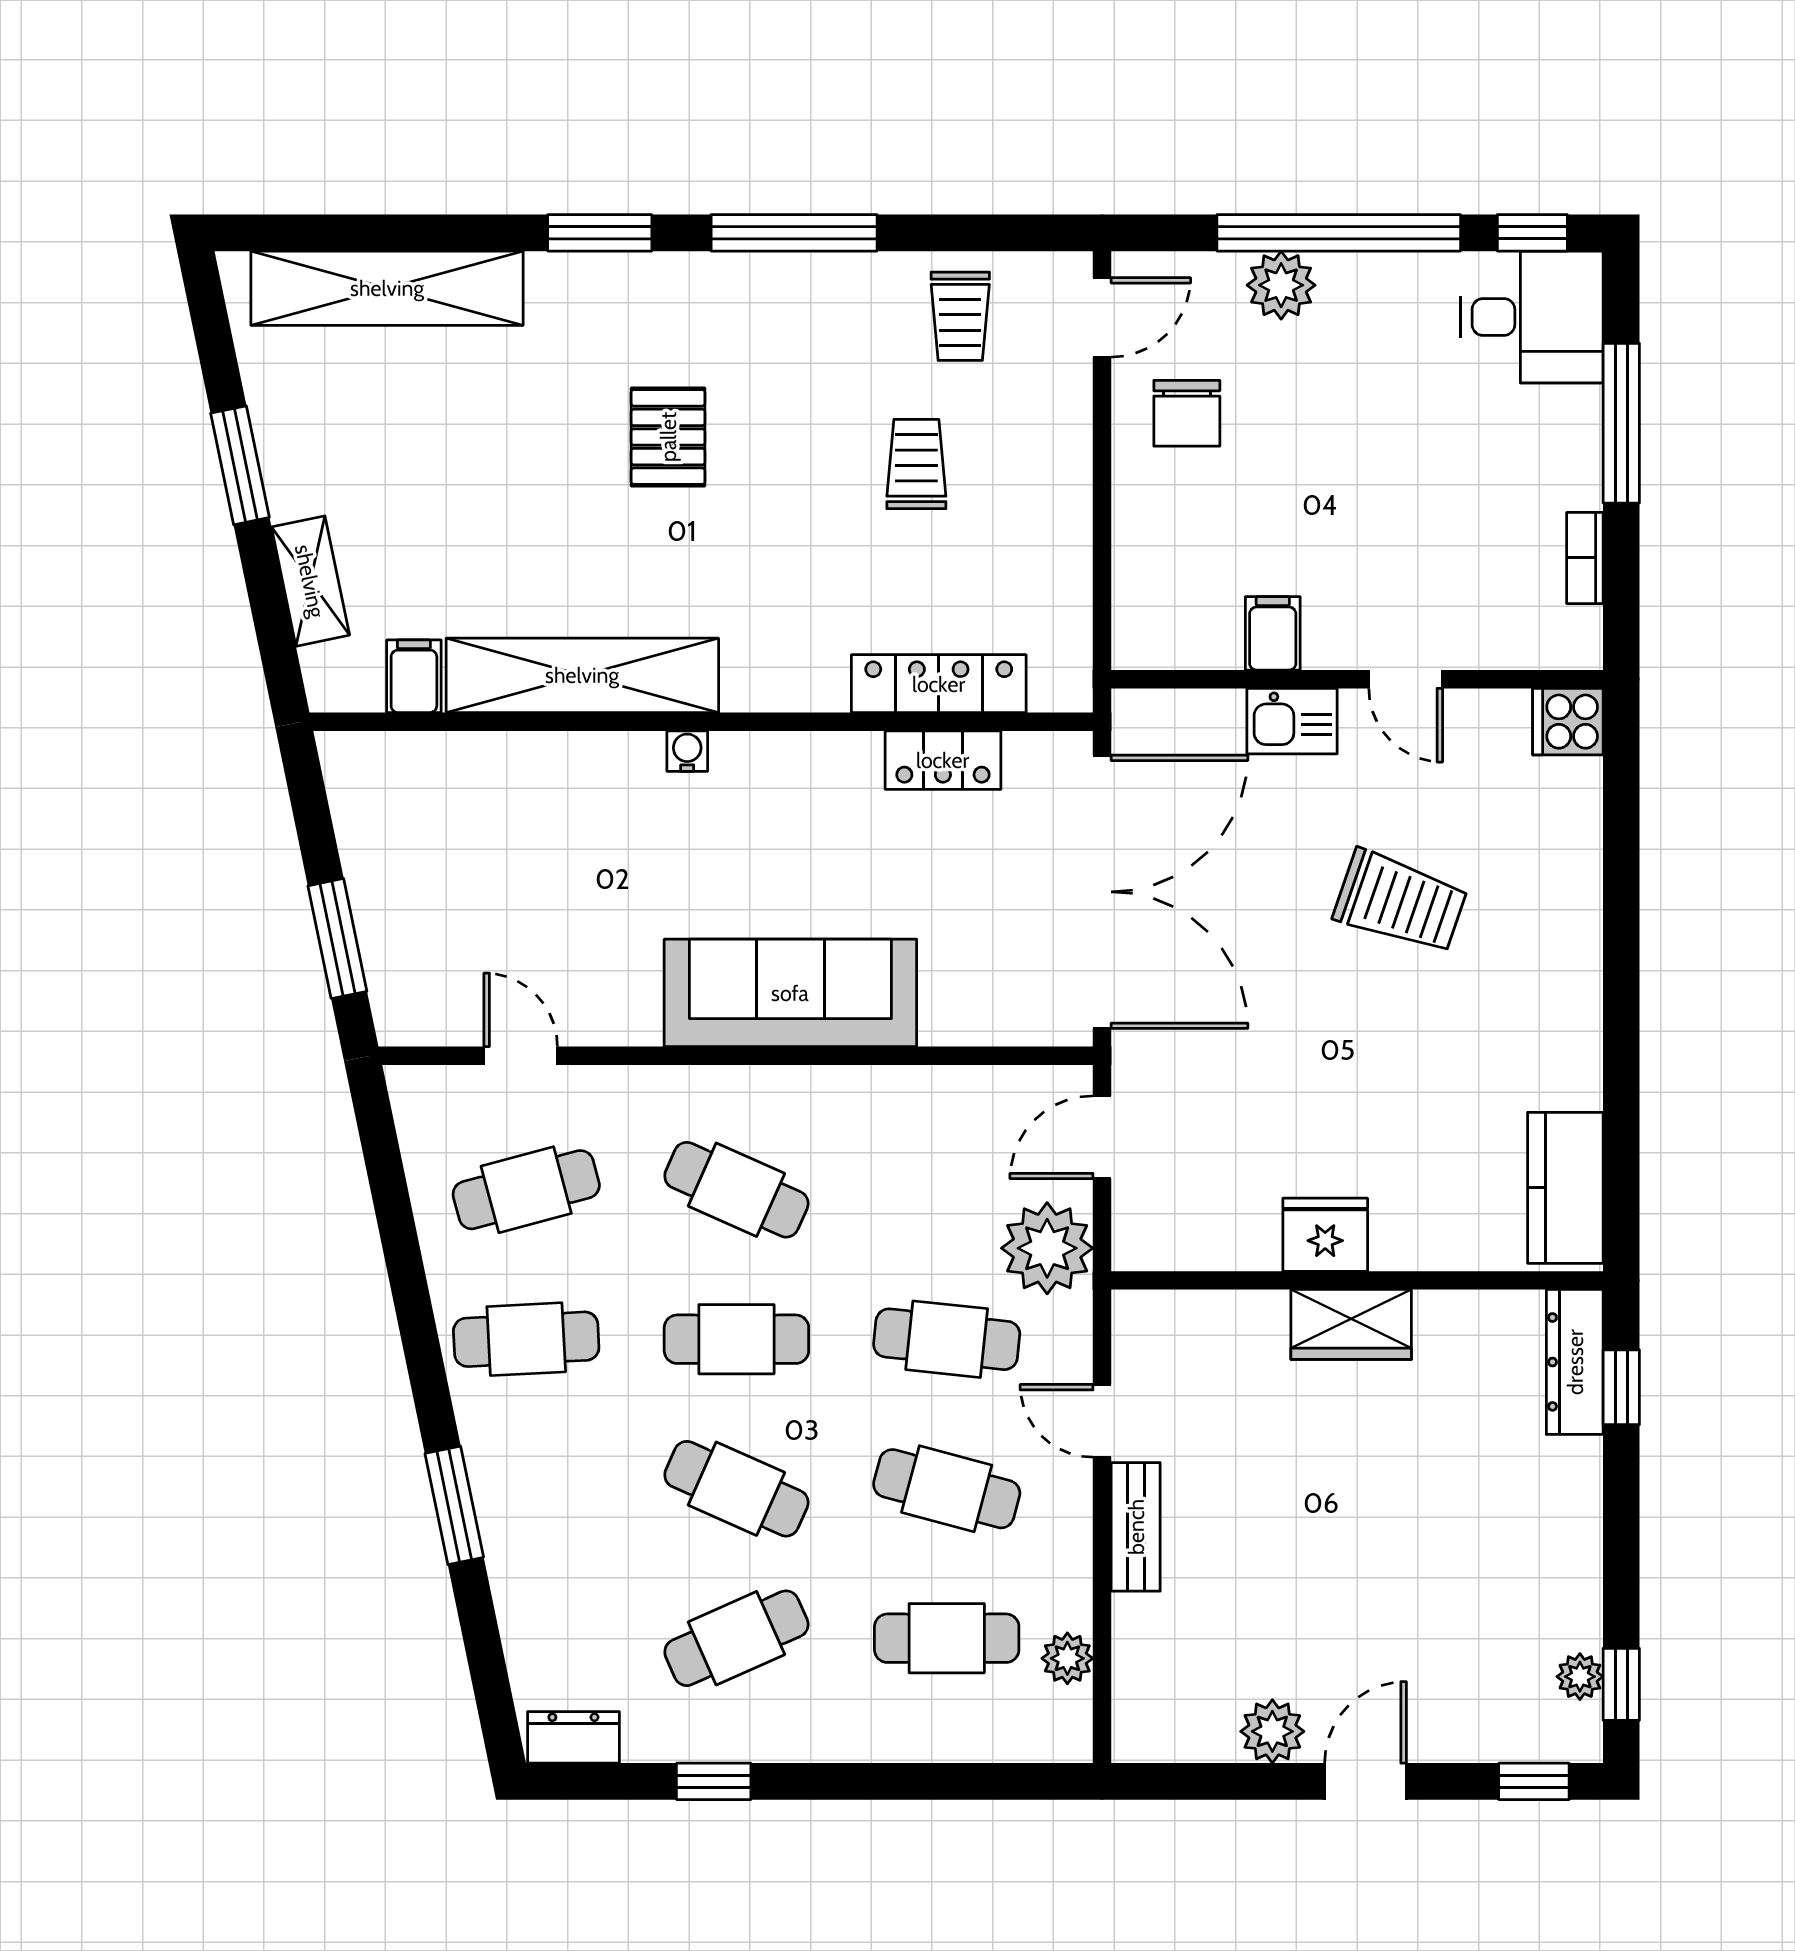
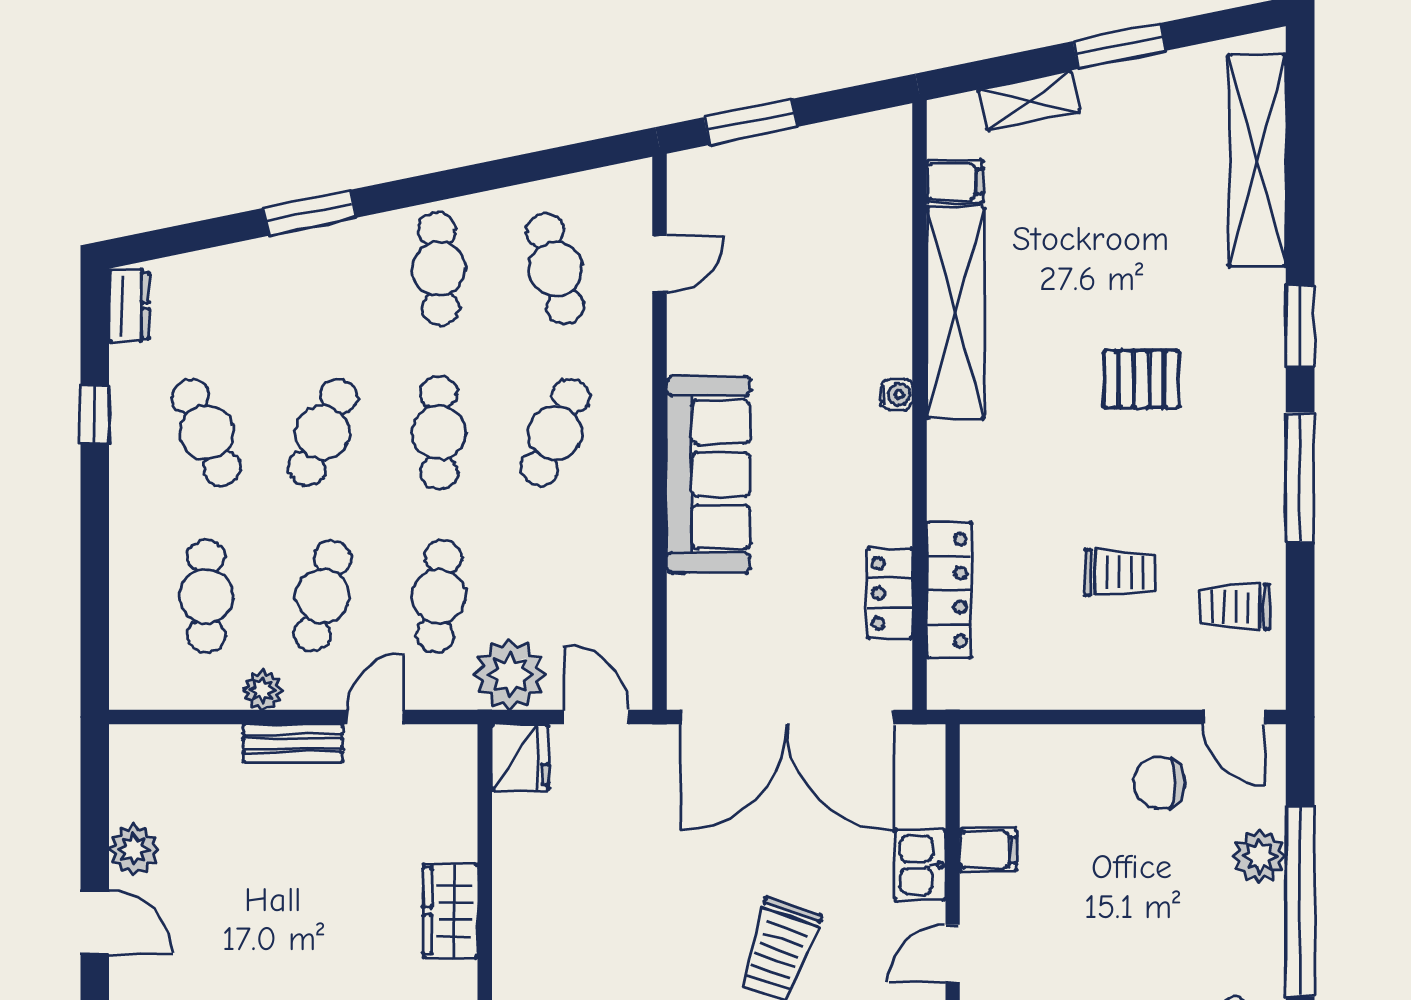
fridge: (1325, 1235) -> (520, 757), moved
plant: (1067, 1658) -> (263, 690), moved

